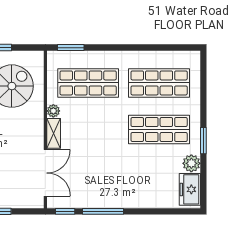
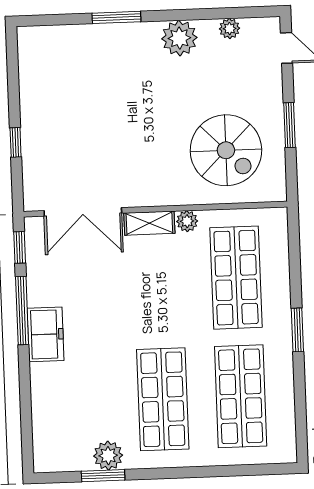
window: (71, 48) -> (297, 330), moved
window: (203, 141) -> (103, 476), moved
freezer: (190, 189) -> (46, 334), moved, turned 90

